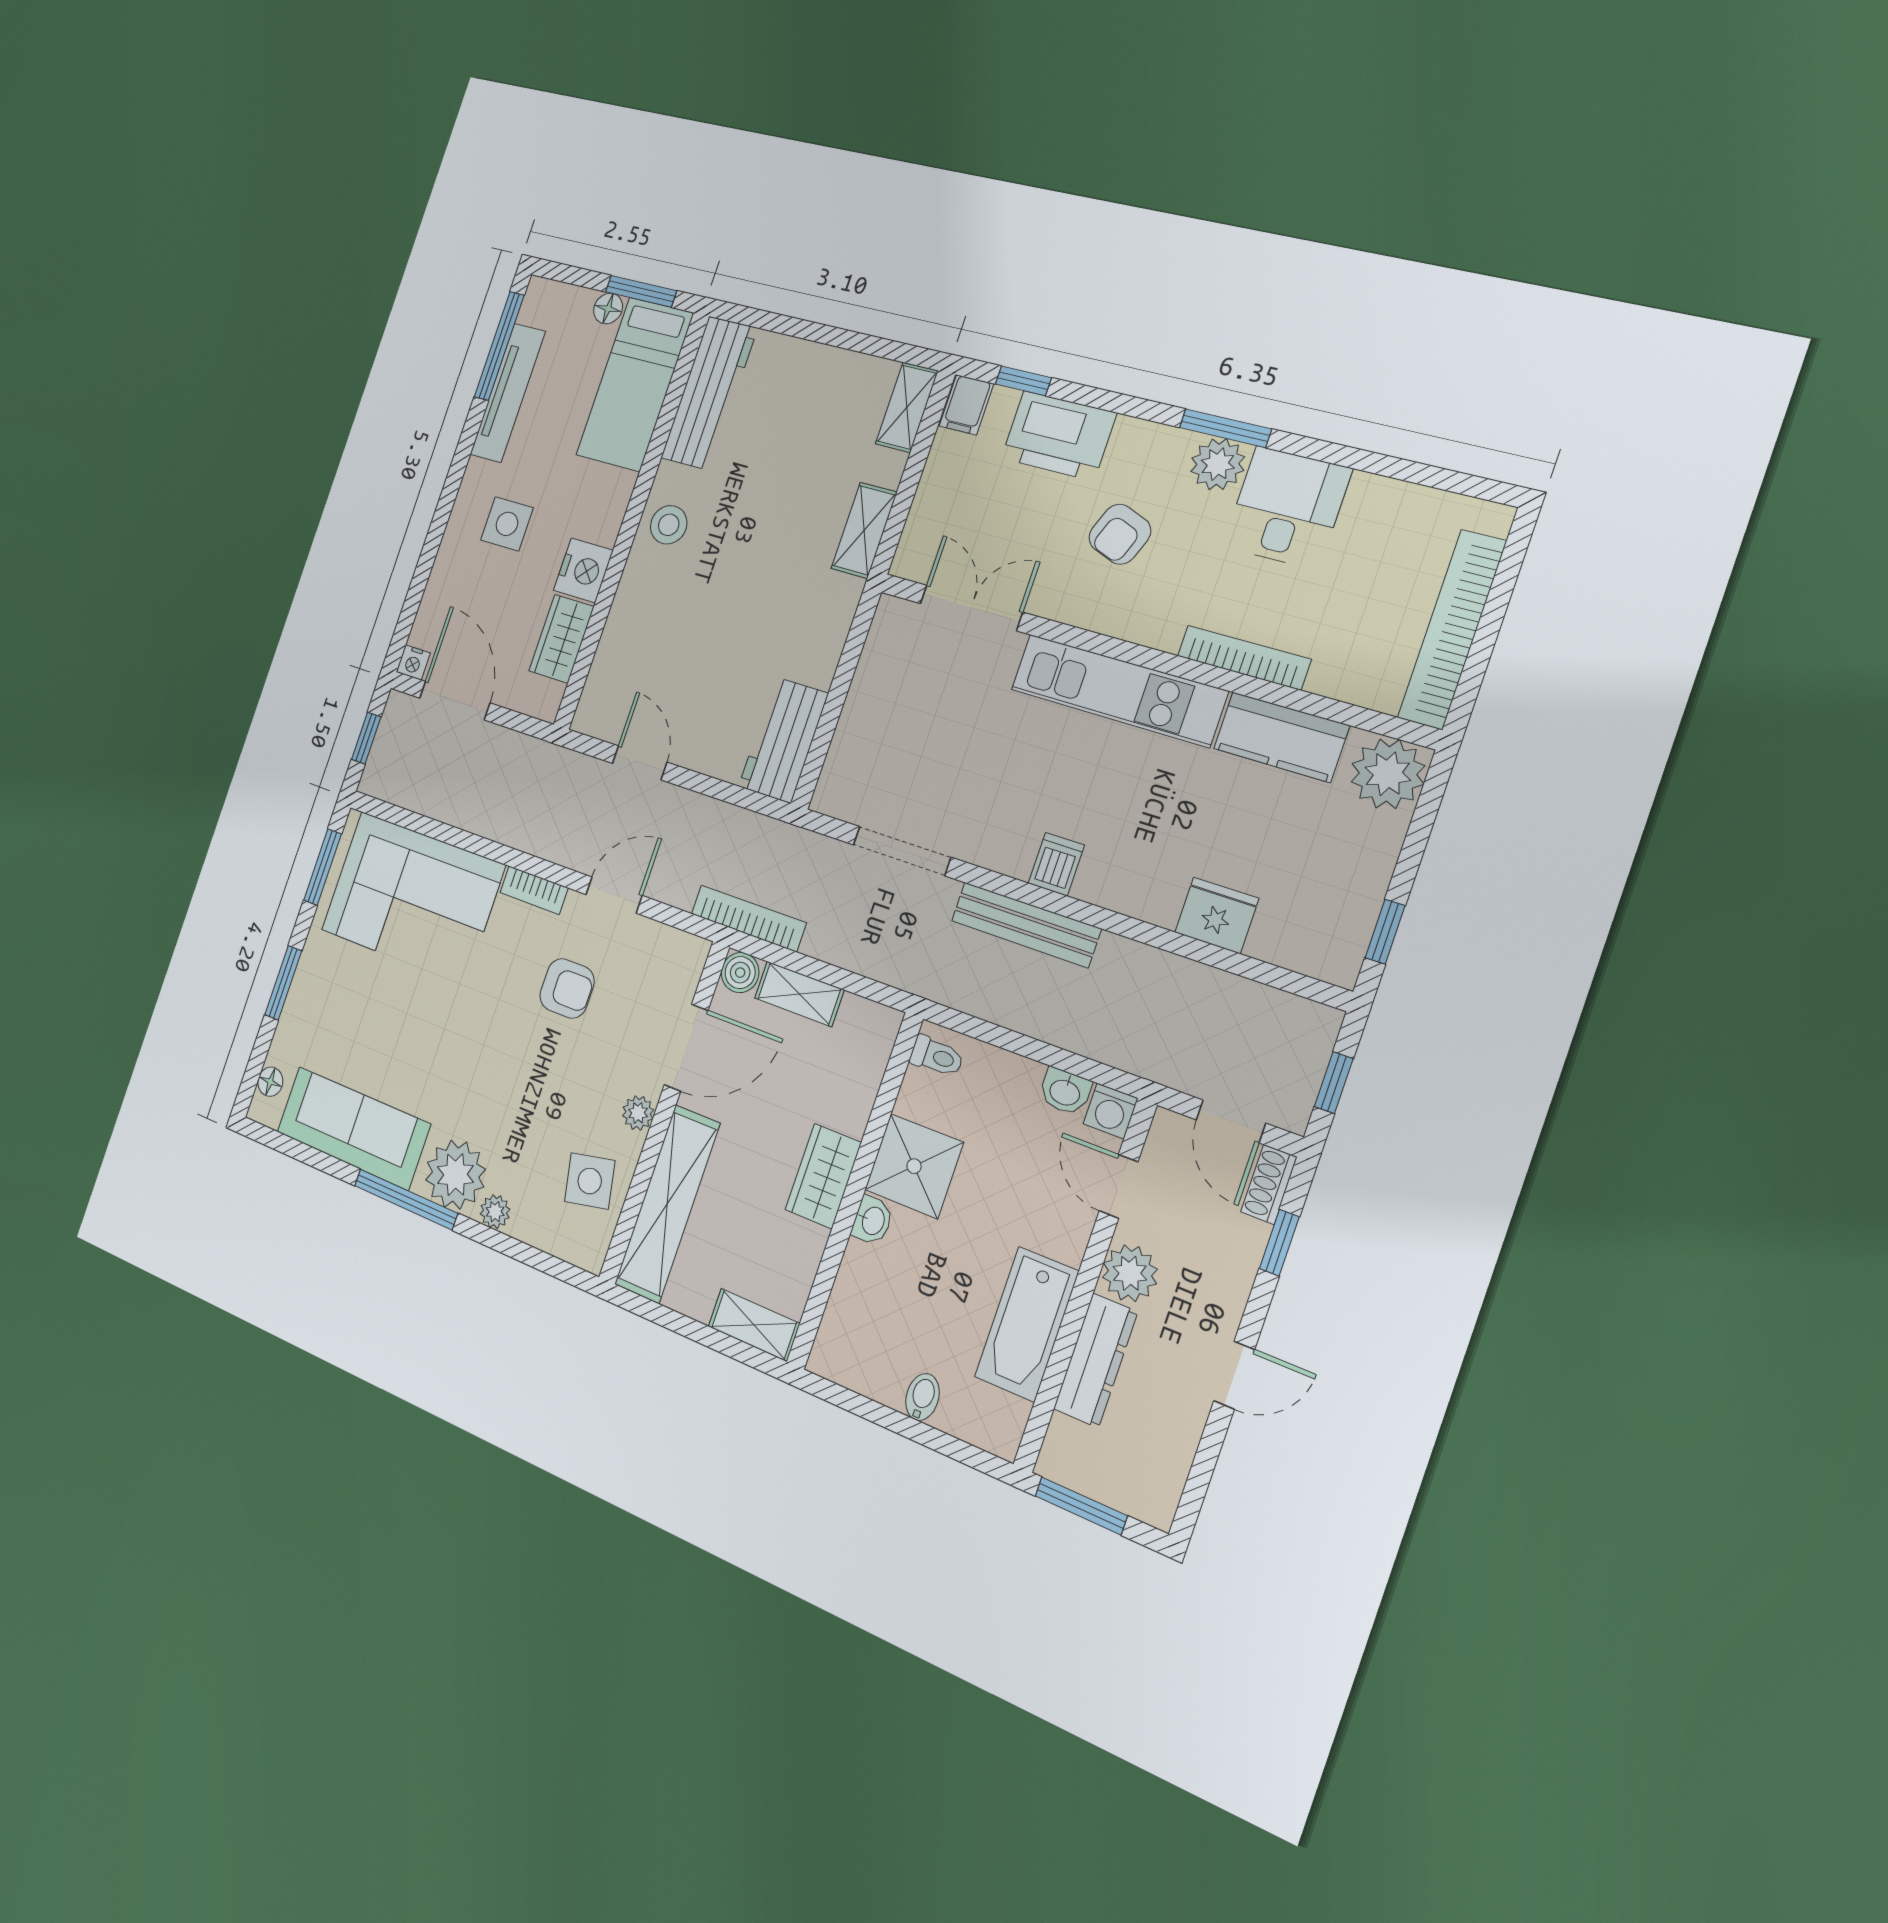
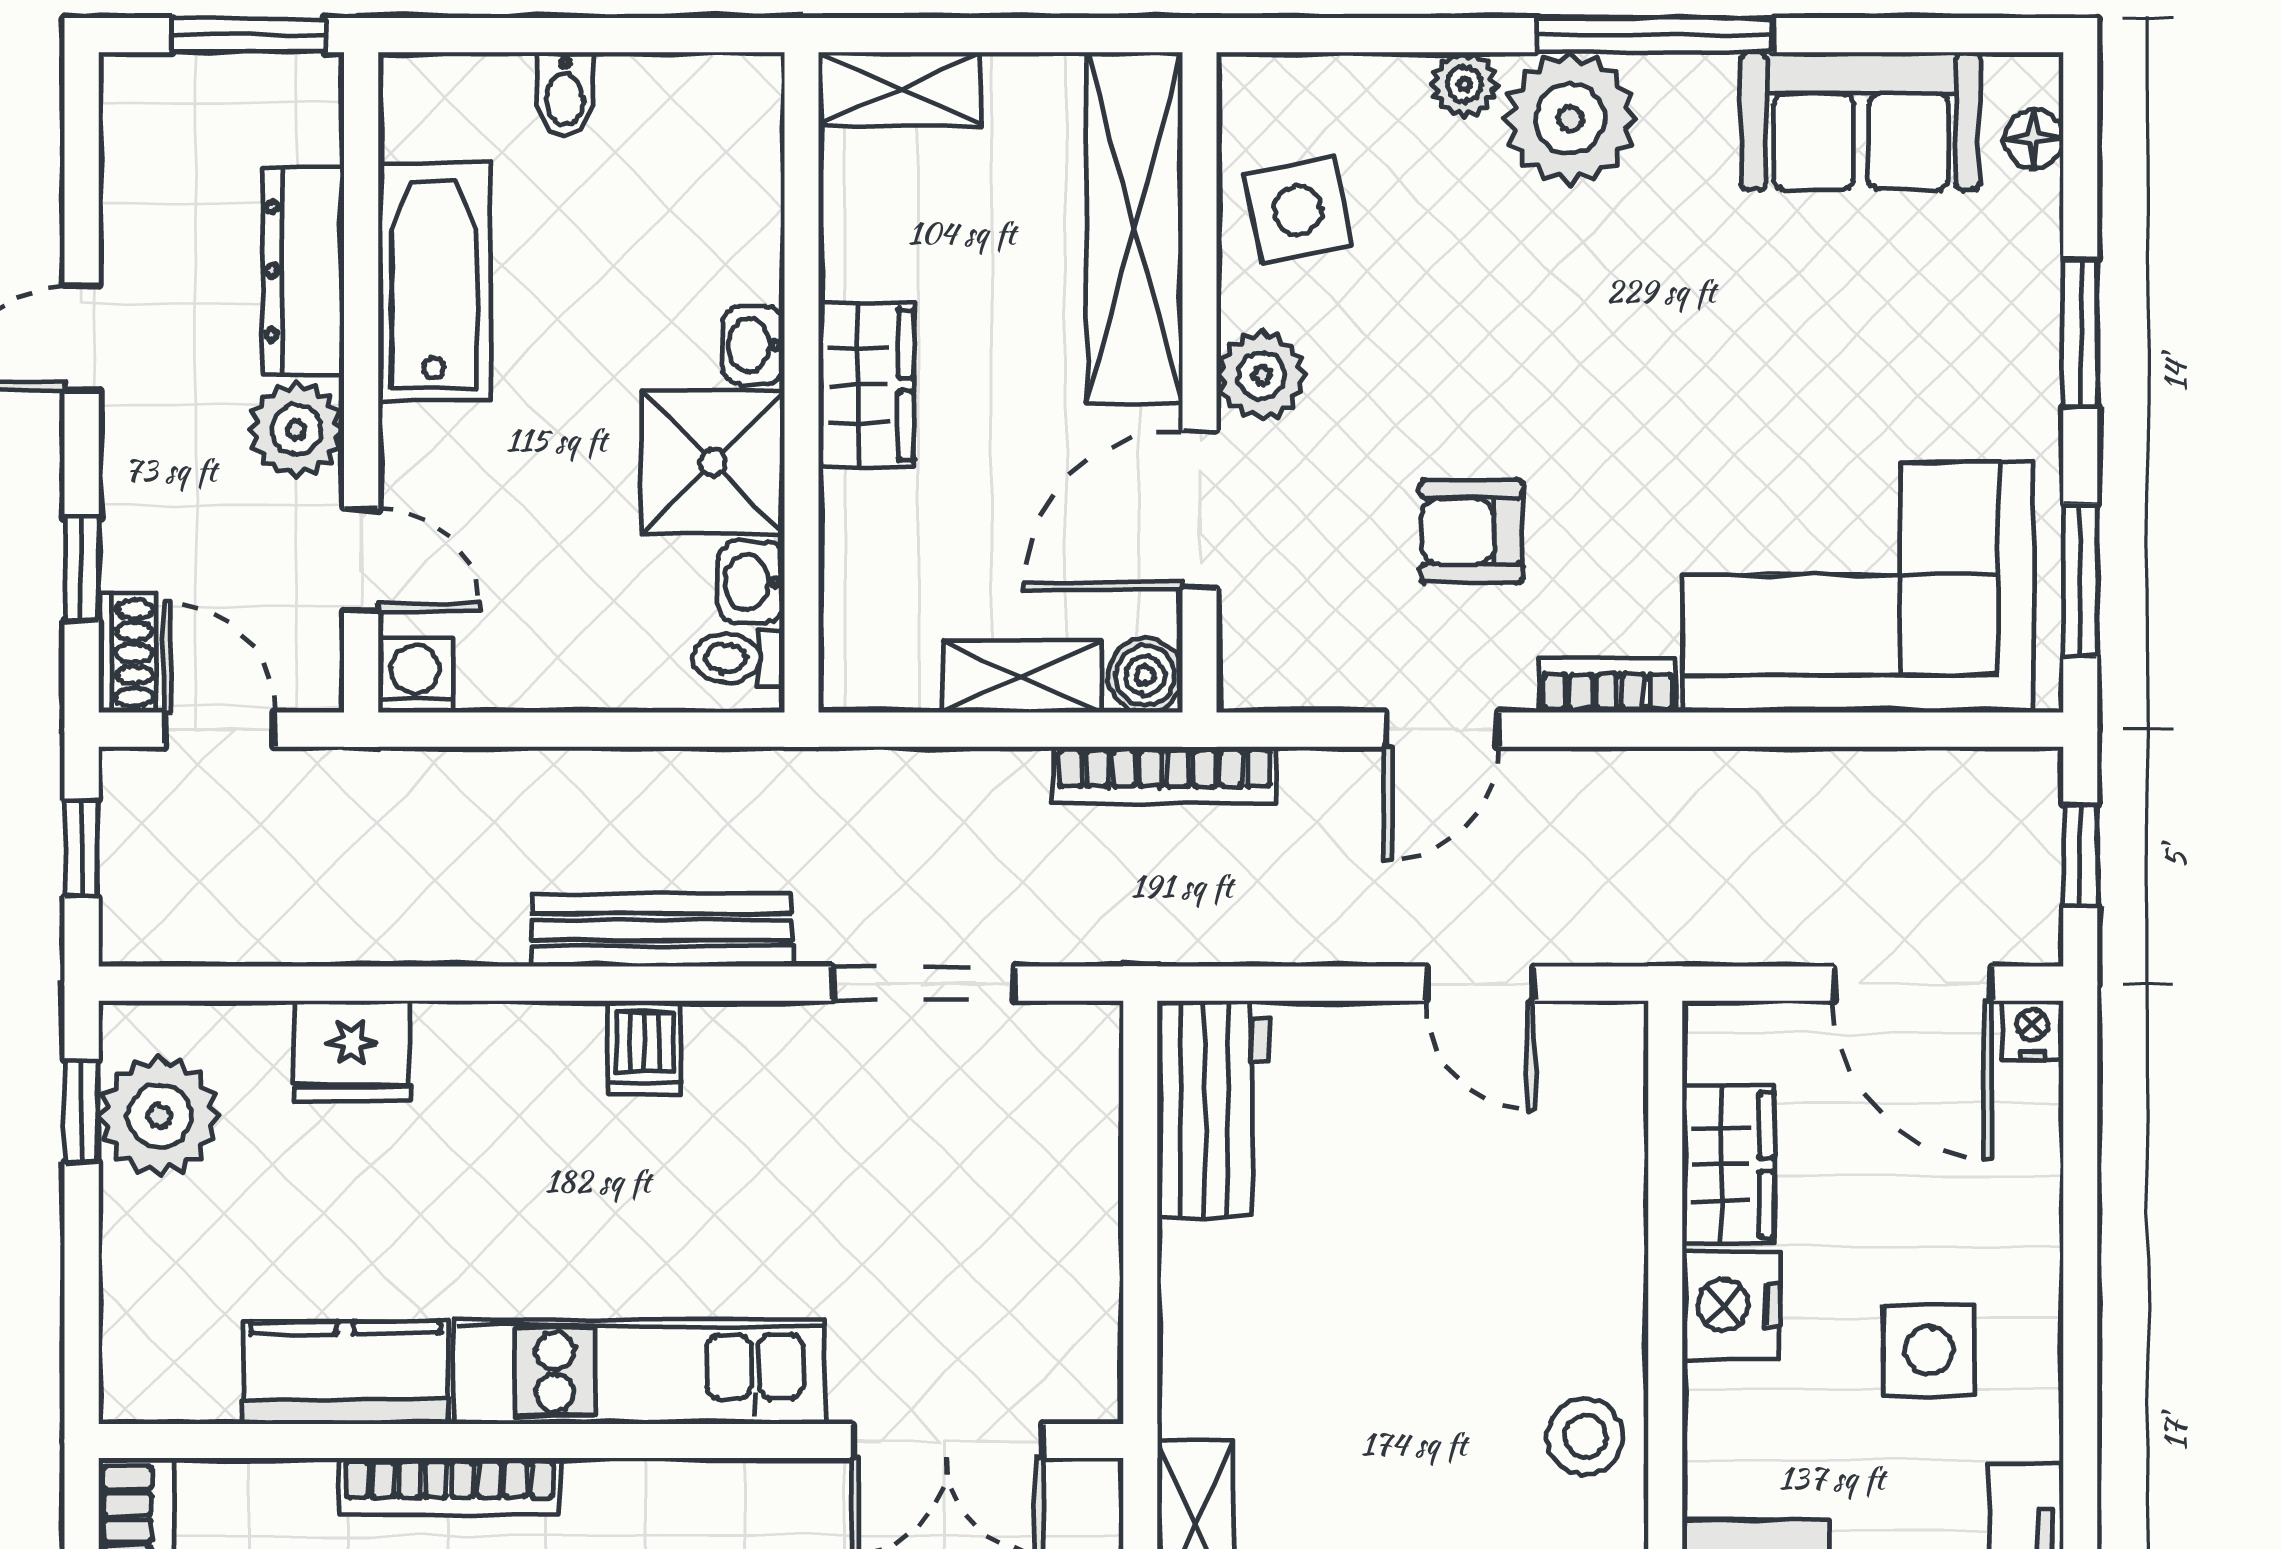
plant: (1388, 774) -> (159, 1116), moved
washbasin: (1065, 1092) -> (751, 582), moved, turned -90
plant: (638, 1113) -> (1261, 375), width x1.38, depth x1.38
sofa: (353, 1128) -> (1861, 121), width x0.73

